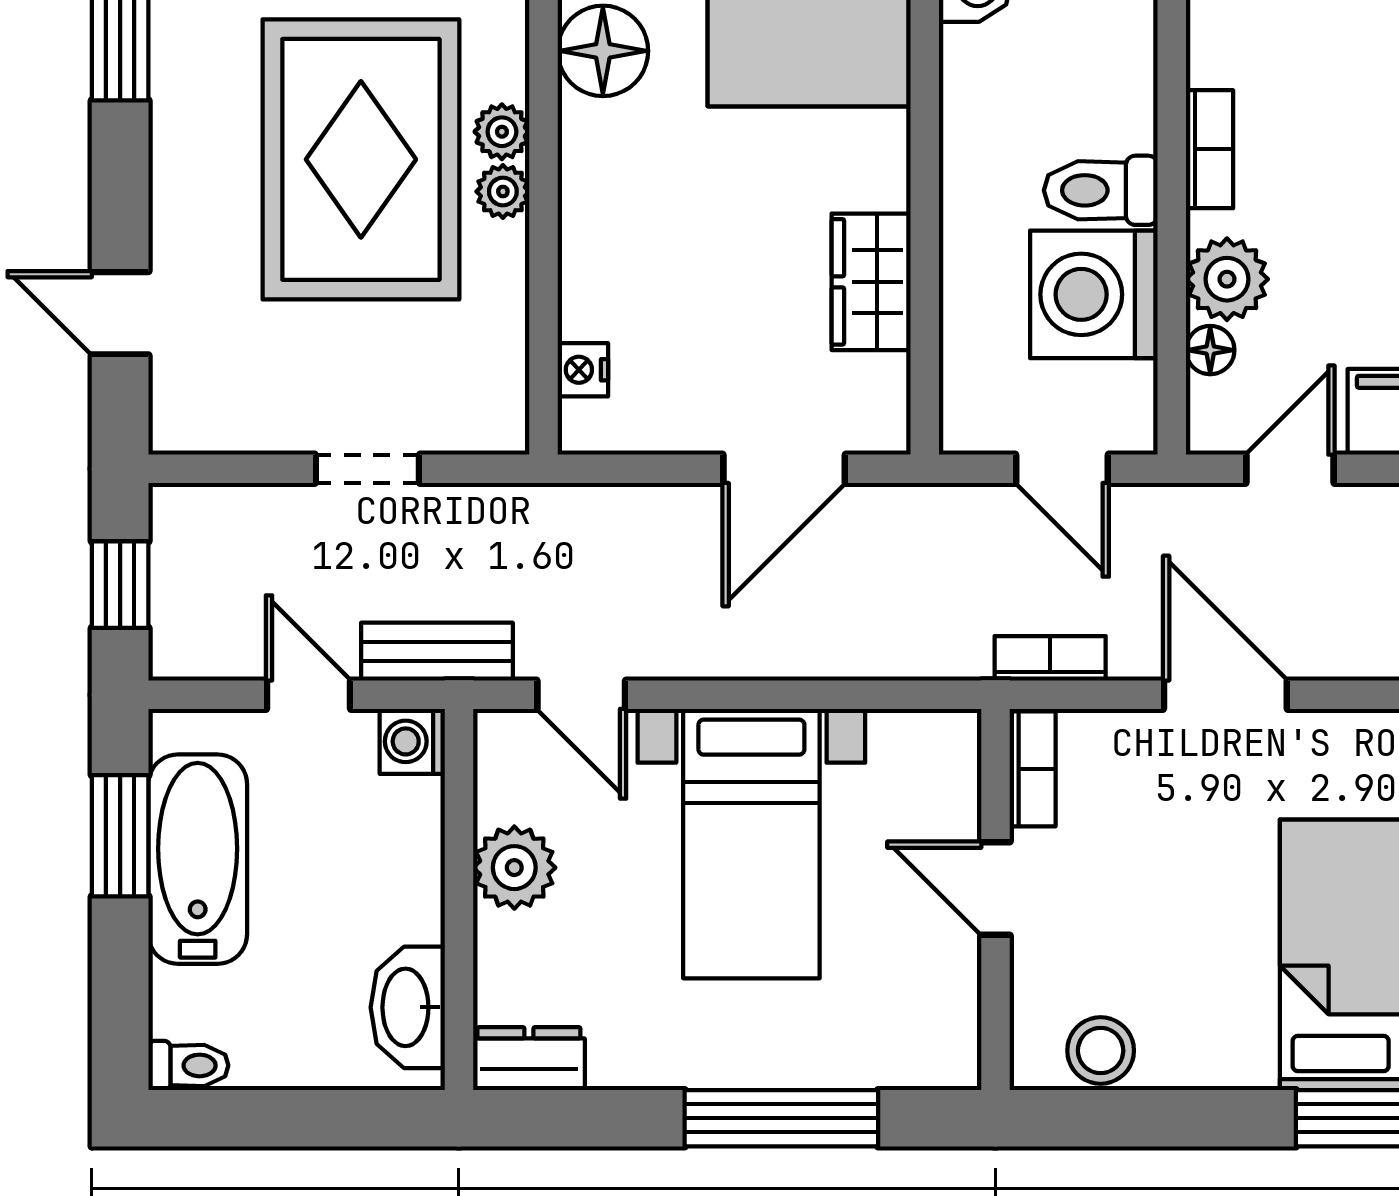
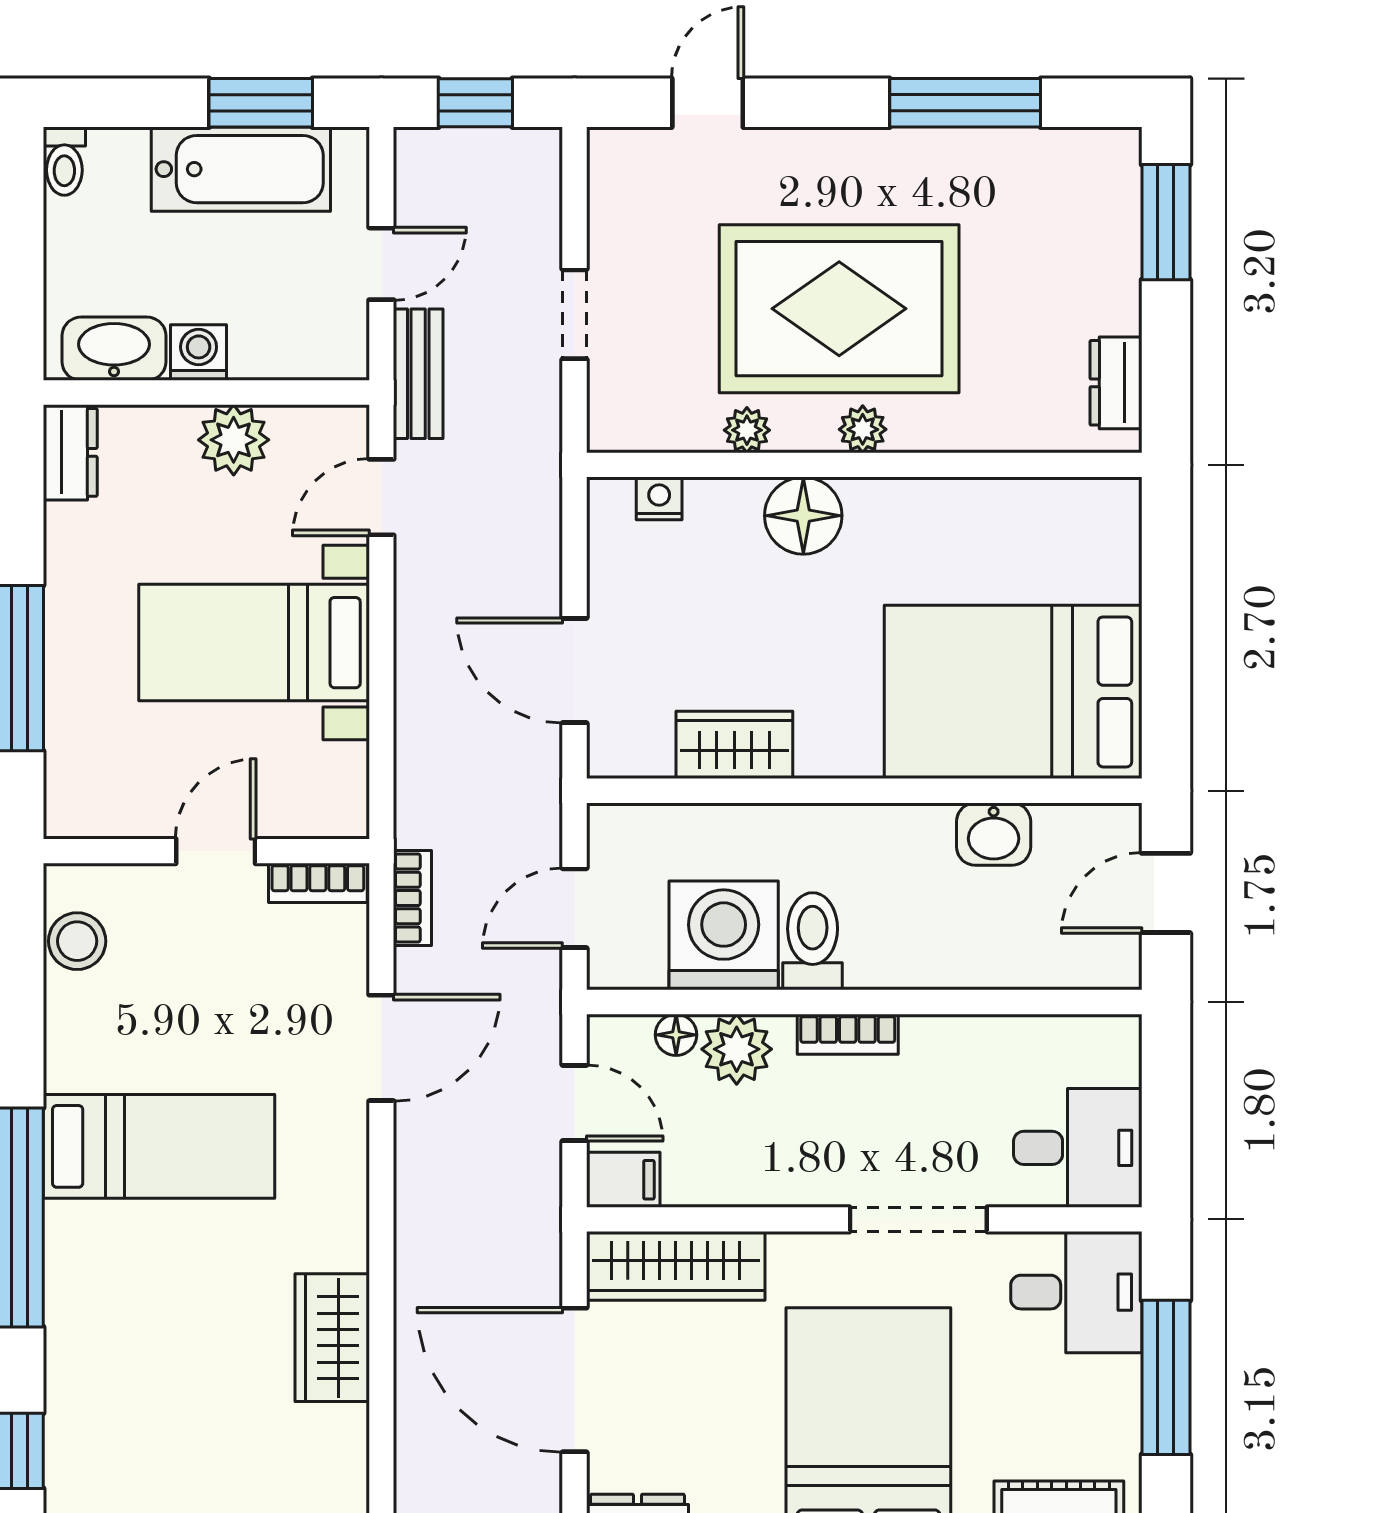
floor lamp: (603, 51) -> (803, 516), moved
plant: (503, 192) -> (747, 430), moved
washing machine: (412, 741) -> (199, 353), moved

